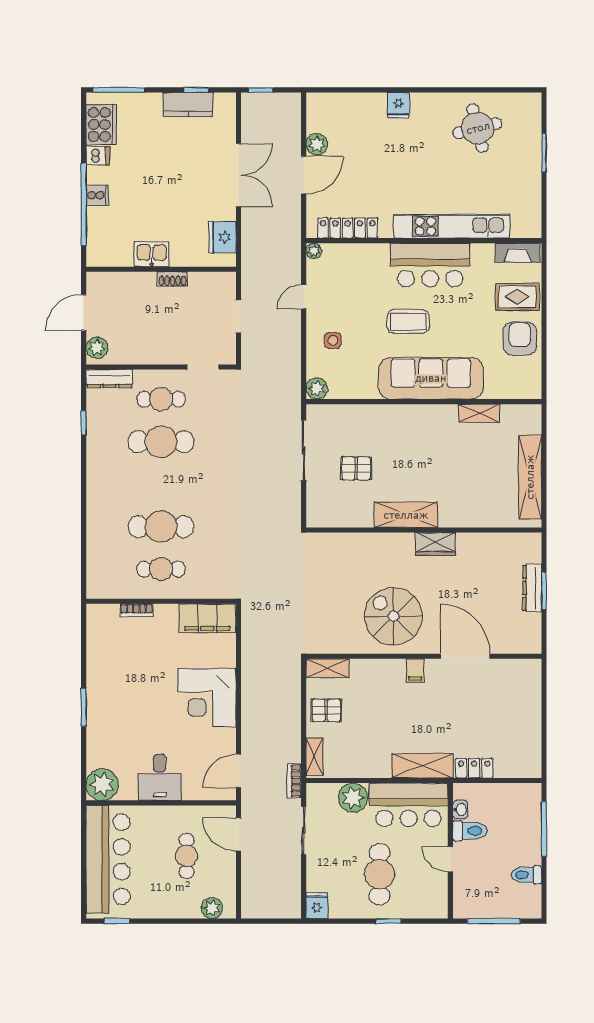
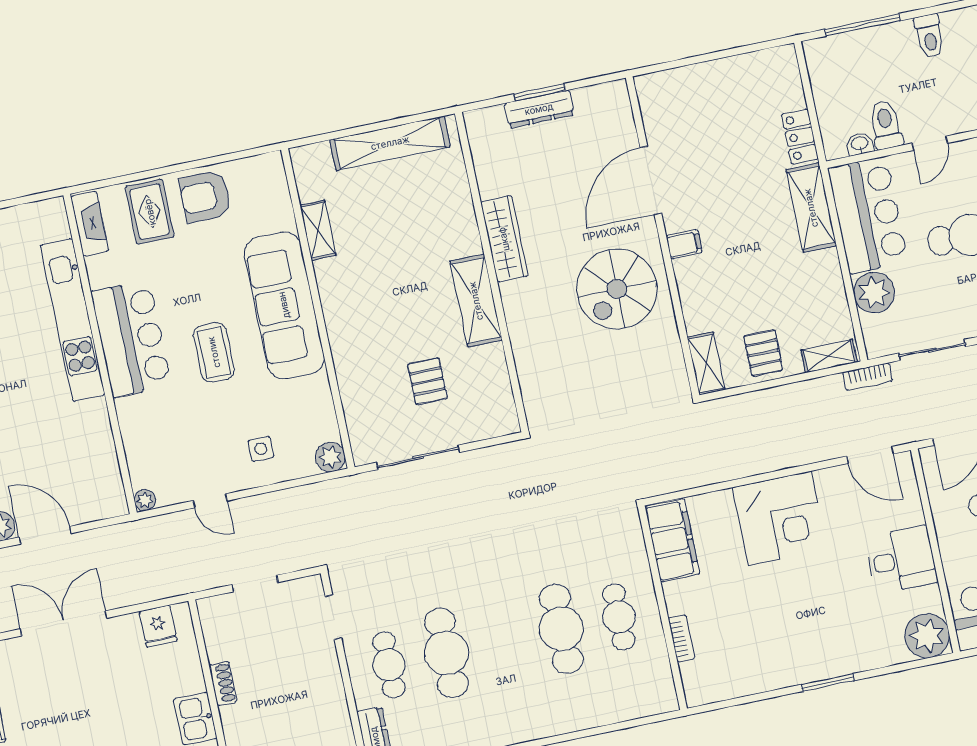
locker: (348, 228) -> (104, 461), removed
fridge: (223, 237) -> (158, 626), width x0.72
wardrobe: (436, 544) -> (504, 239), width x1.50

